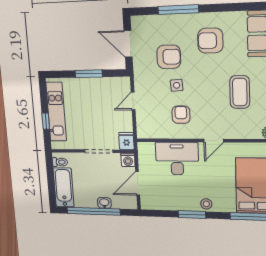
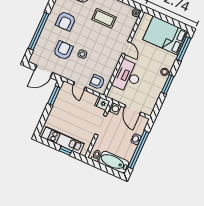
window: (178, 10) -> (39, 31), width x1.46
window: (89, 74) -> (54, 96), moved
armchair: (181, 115) -> (97, 82), moved

